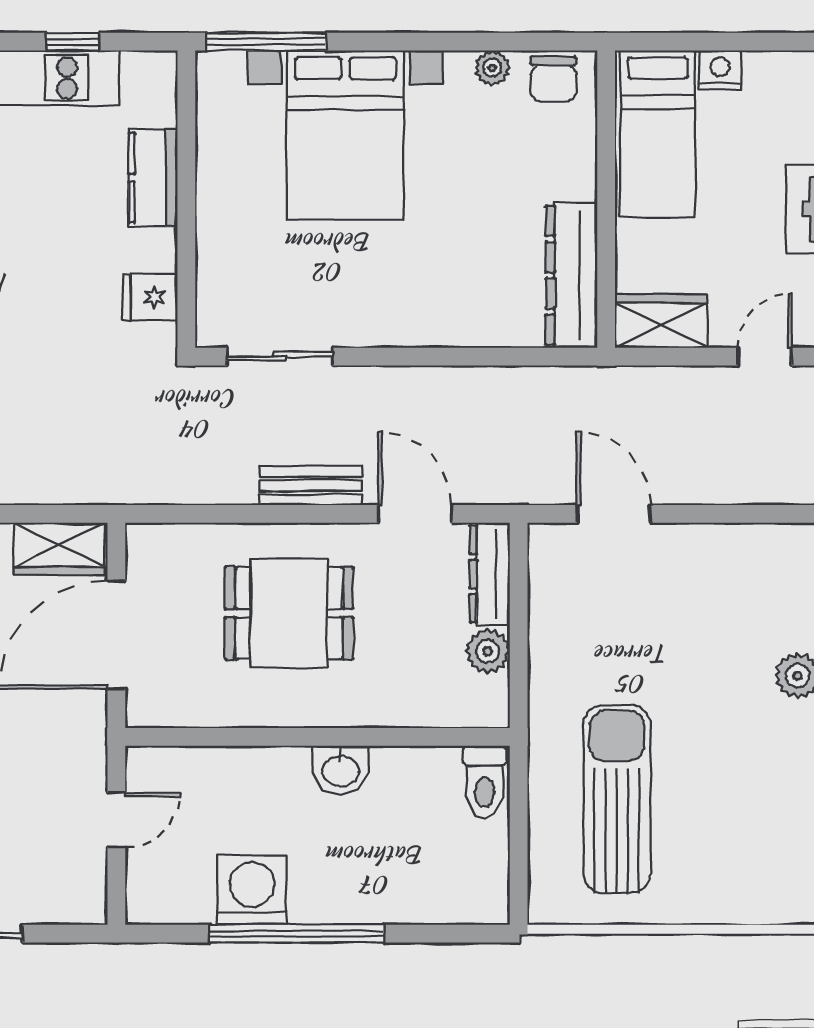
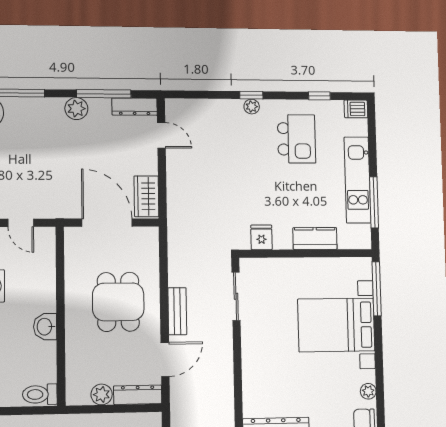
window: (73, 42) -> (374, 202), width x2.17

